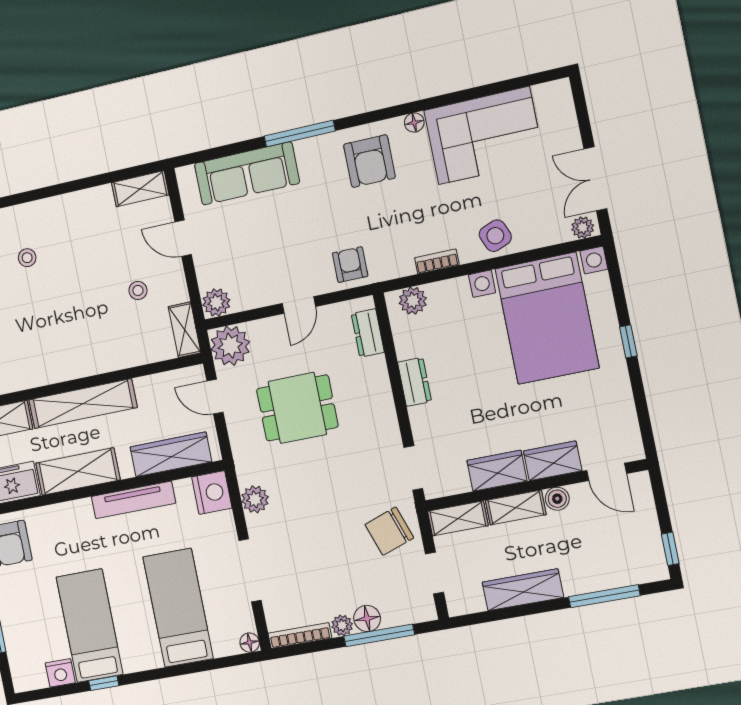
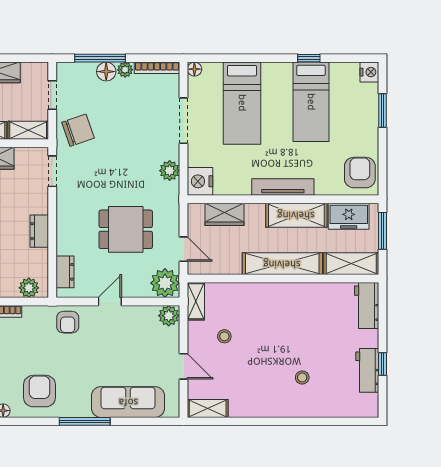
wardrobe: (171, 454) -> (224, 214), width x0.67
tv unit: (133, 500) -> (283, 187), moved
nightstand: (60, 673) -> (369, 72), moved, turned 90

